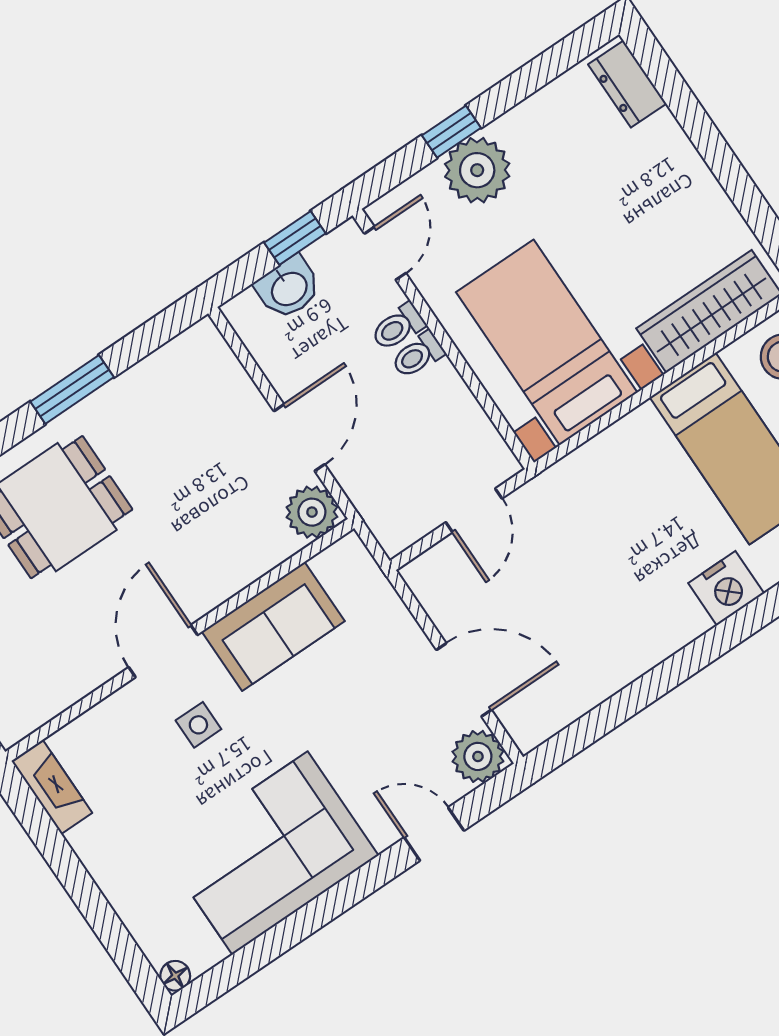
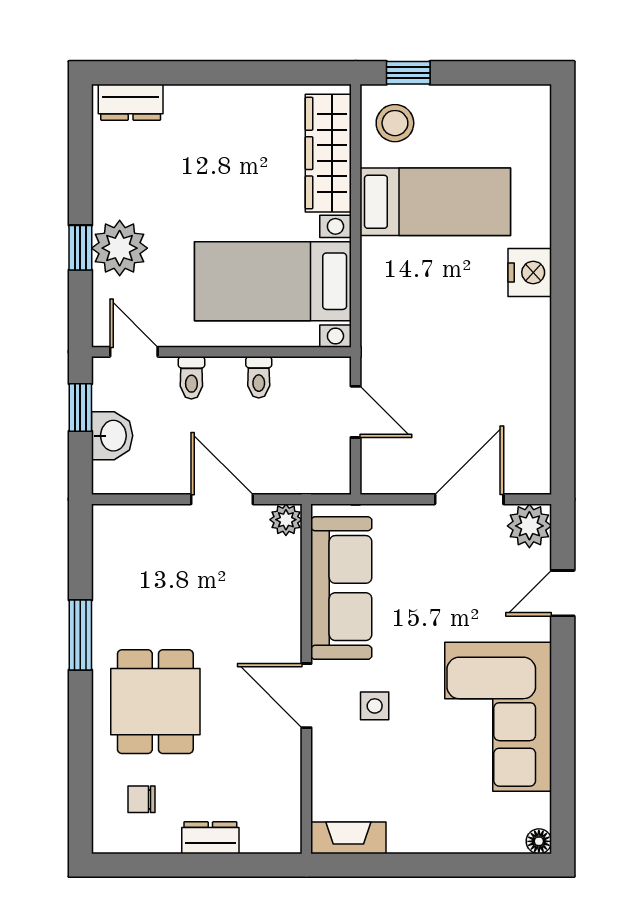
toilet: (418, 355) -> (259, 377), moved
plant: (312, 512) -> (286, 520), width x0.73, depth x0.73
sofa: (273, 626) -> (341, 588), width x1.36

